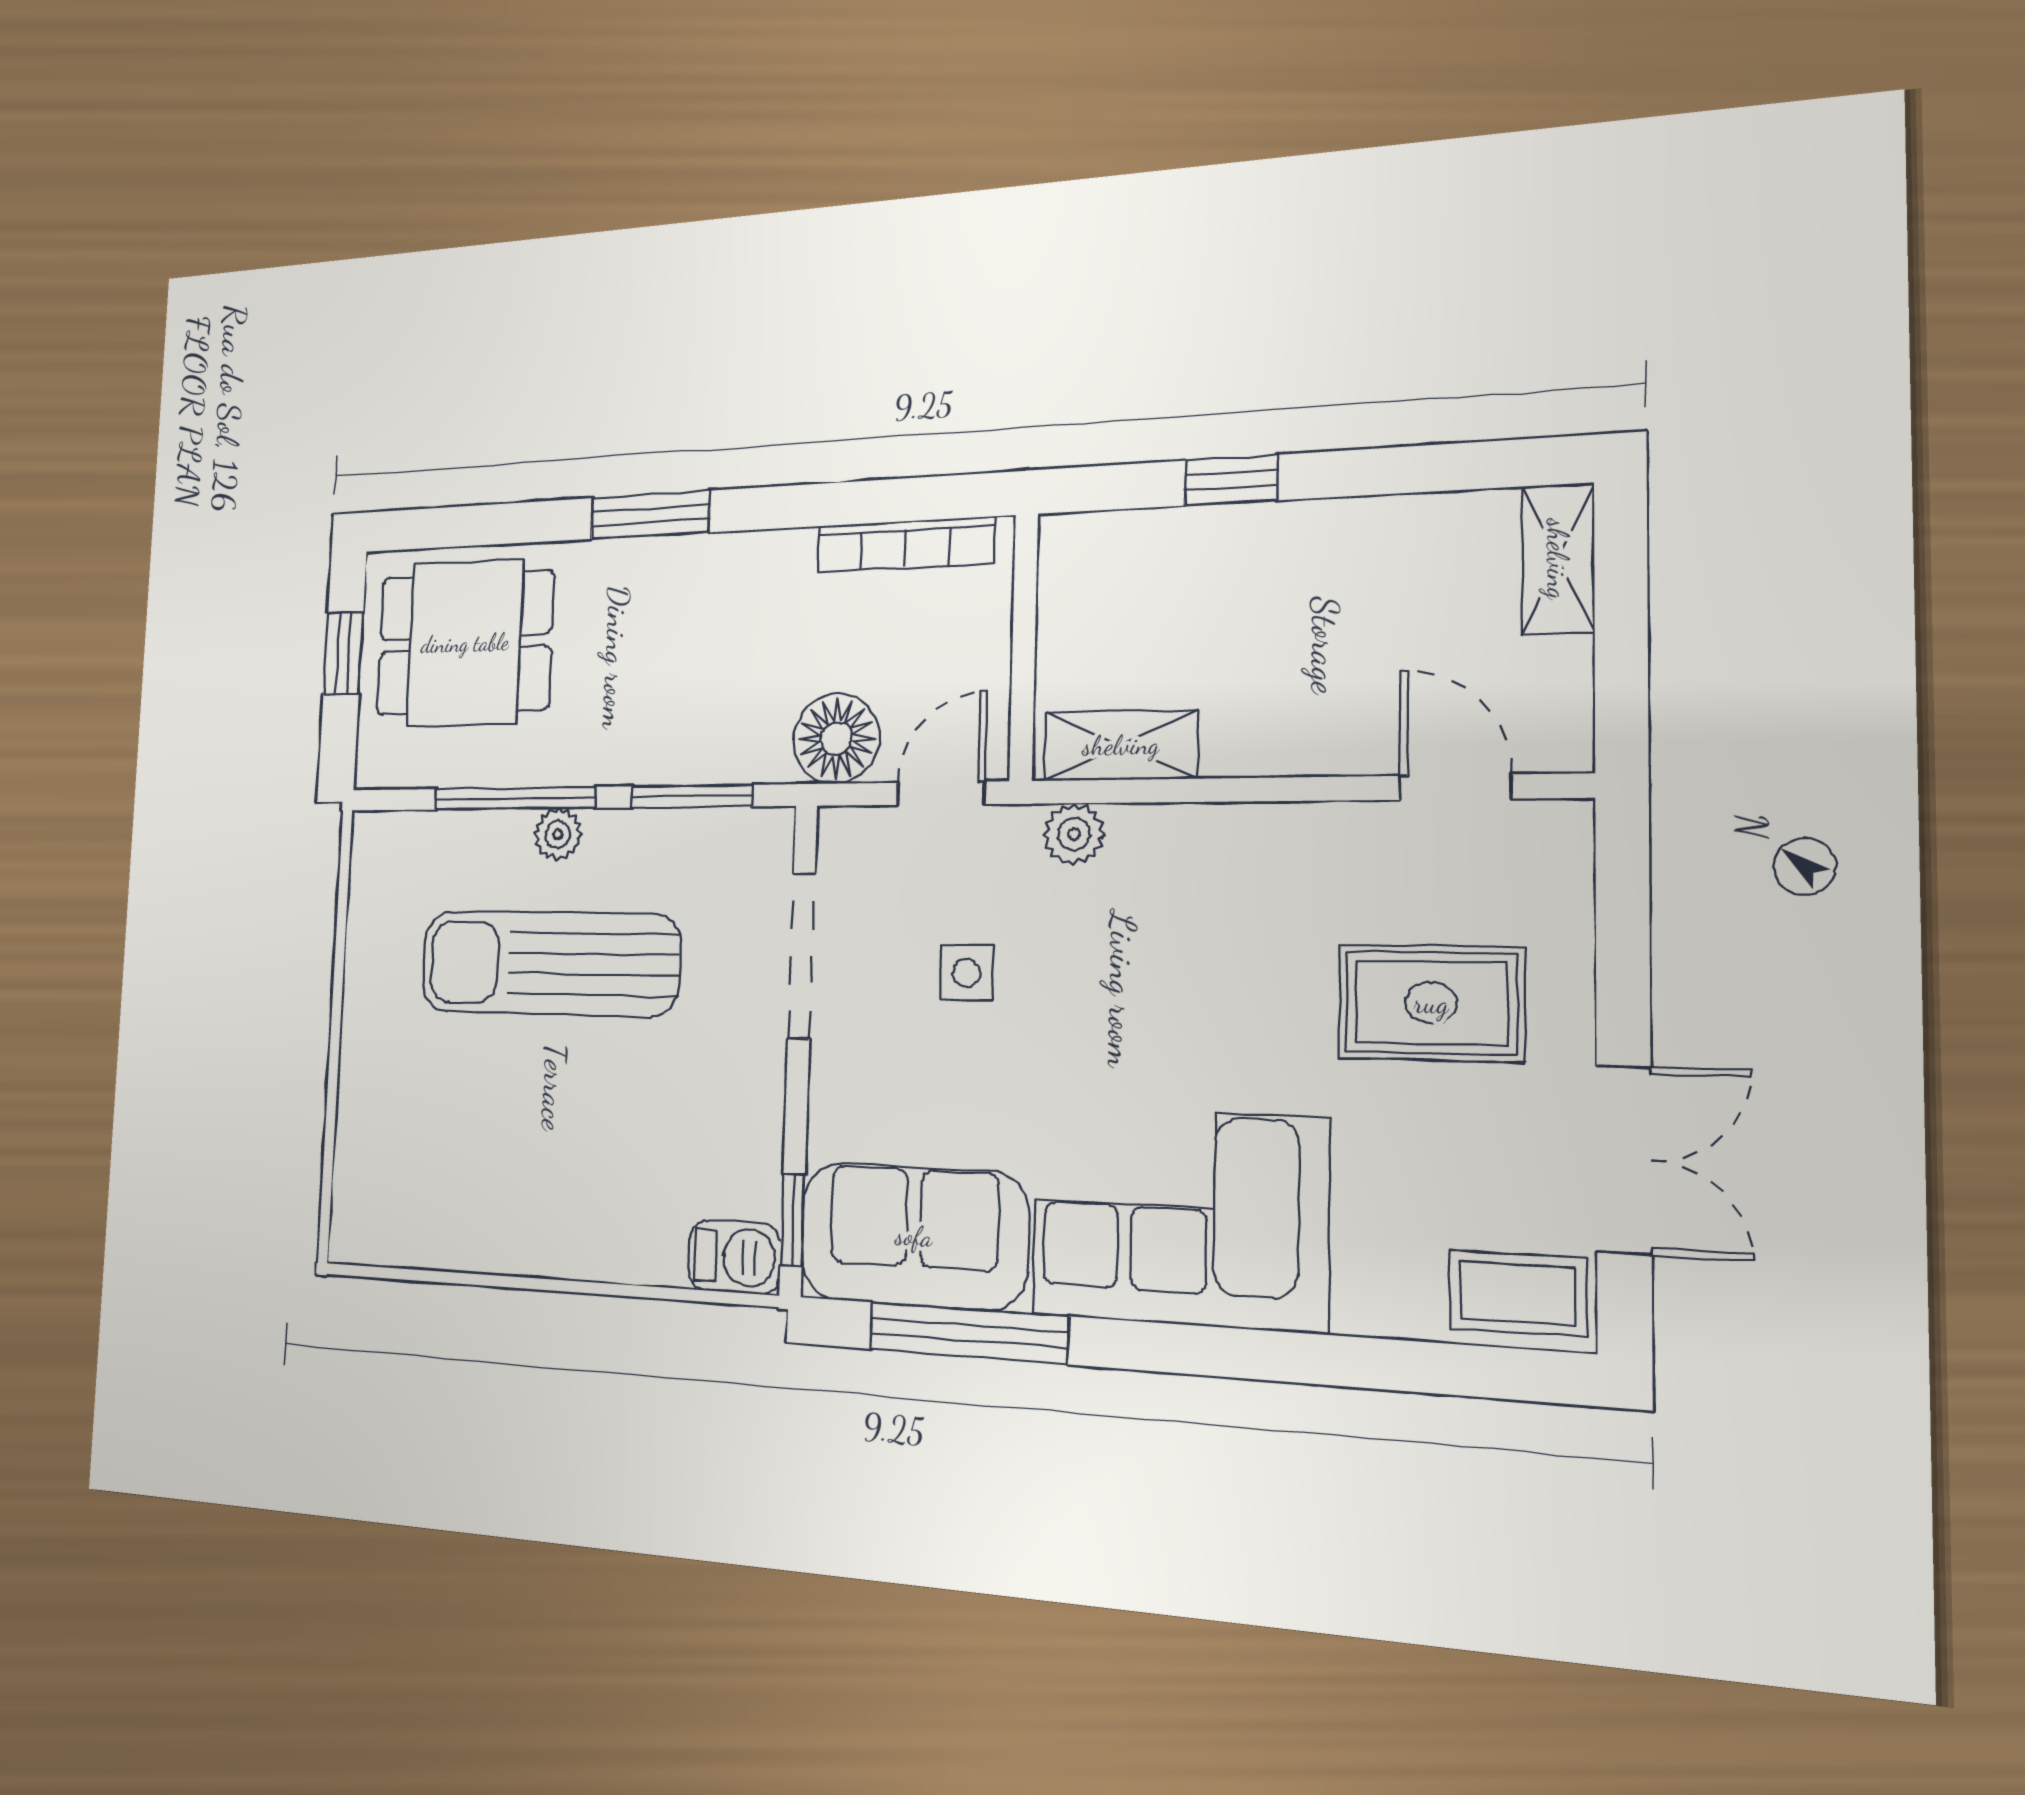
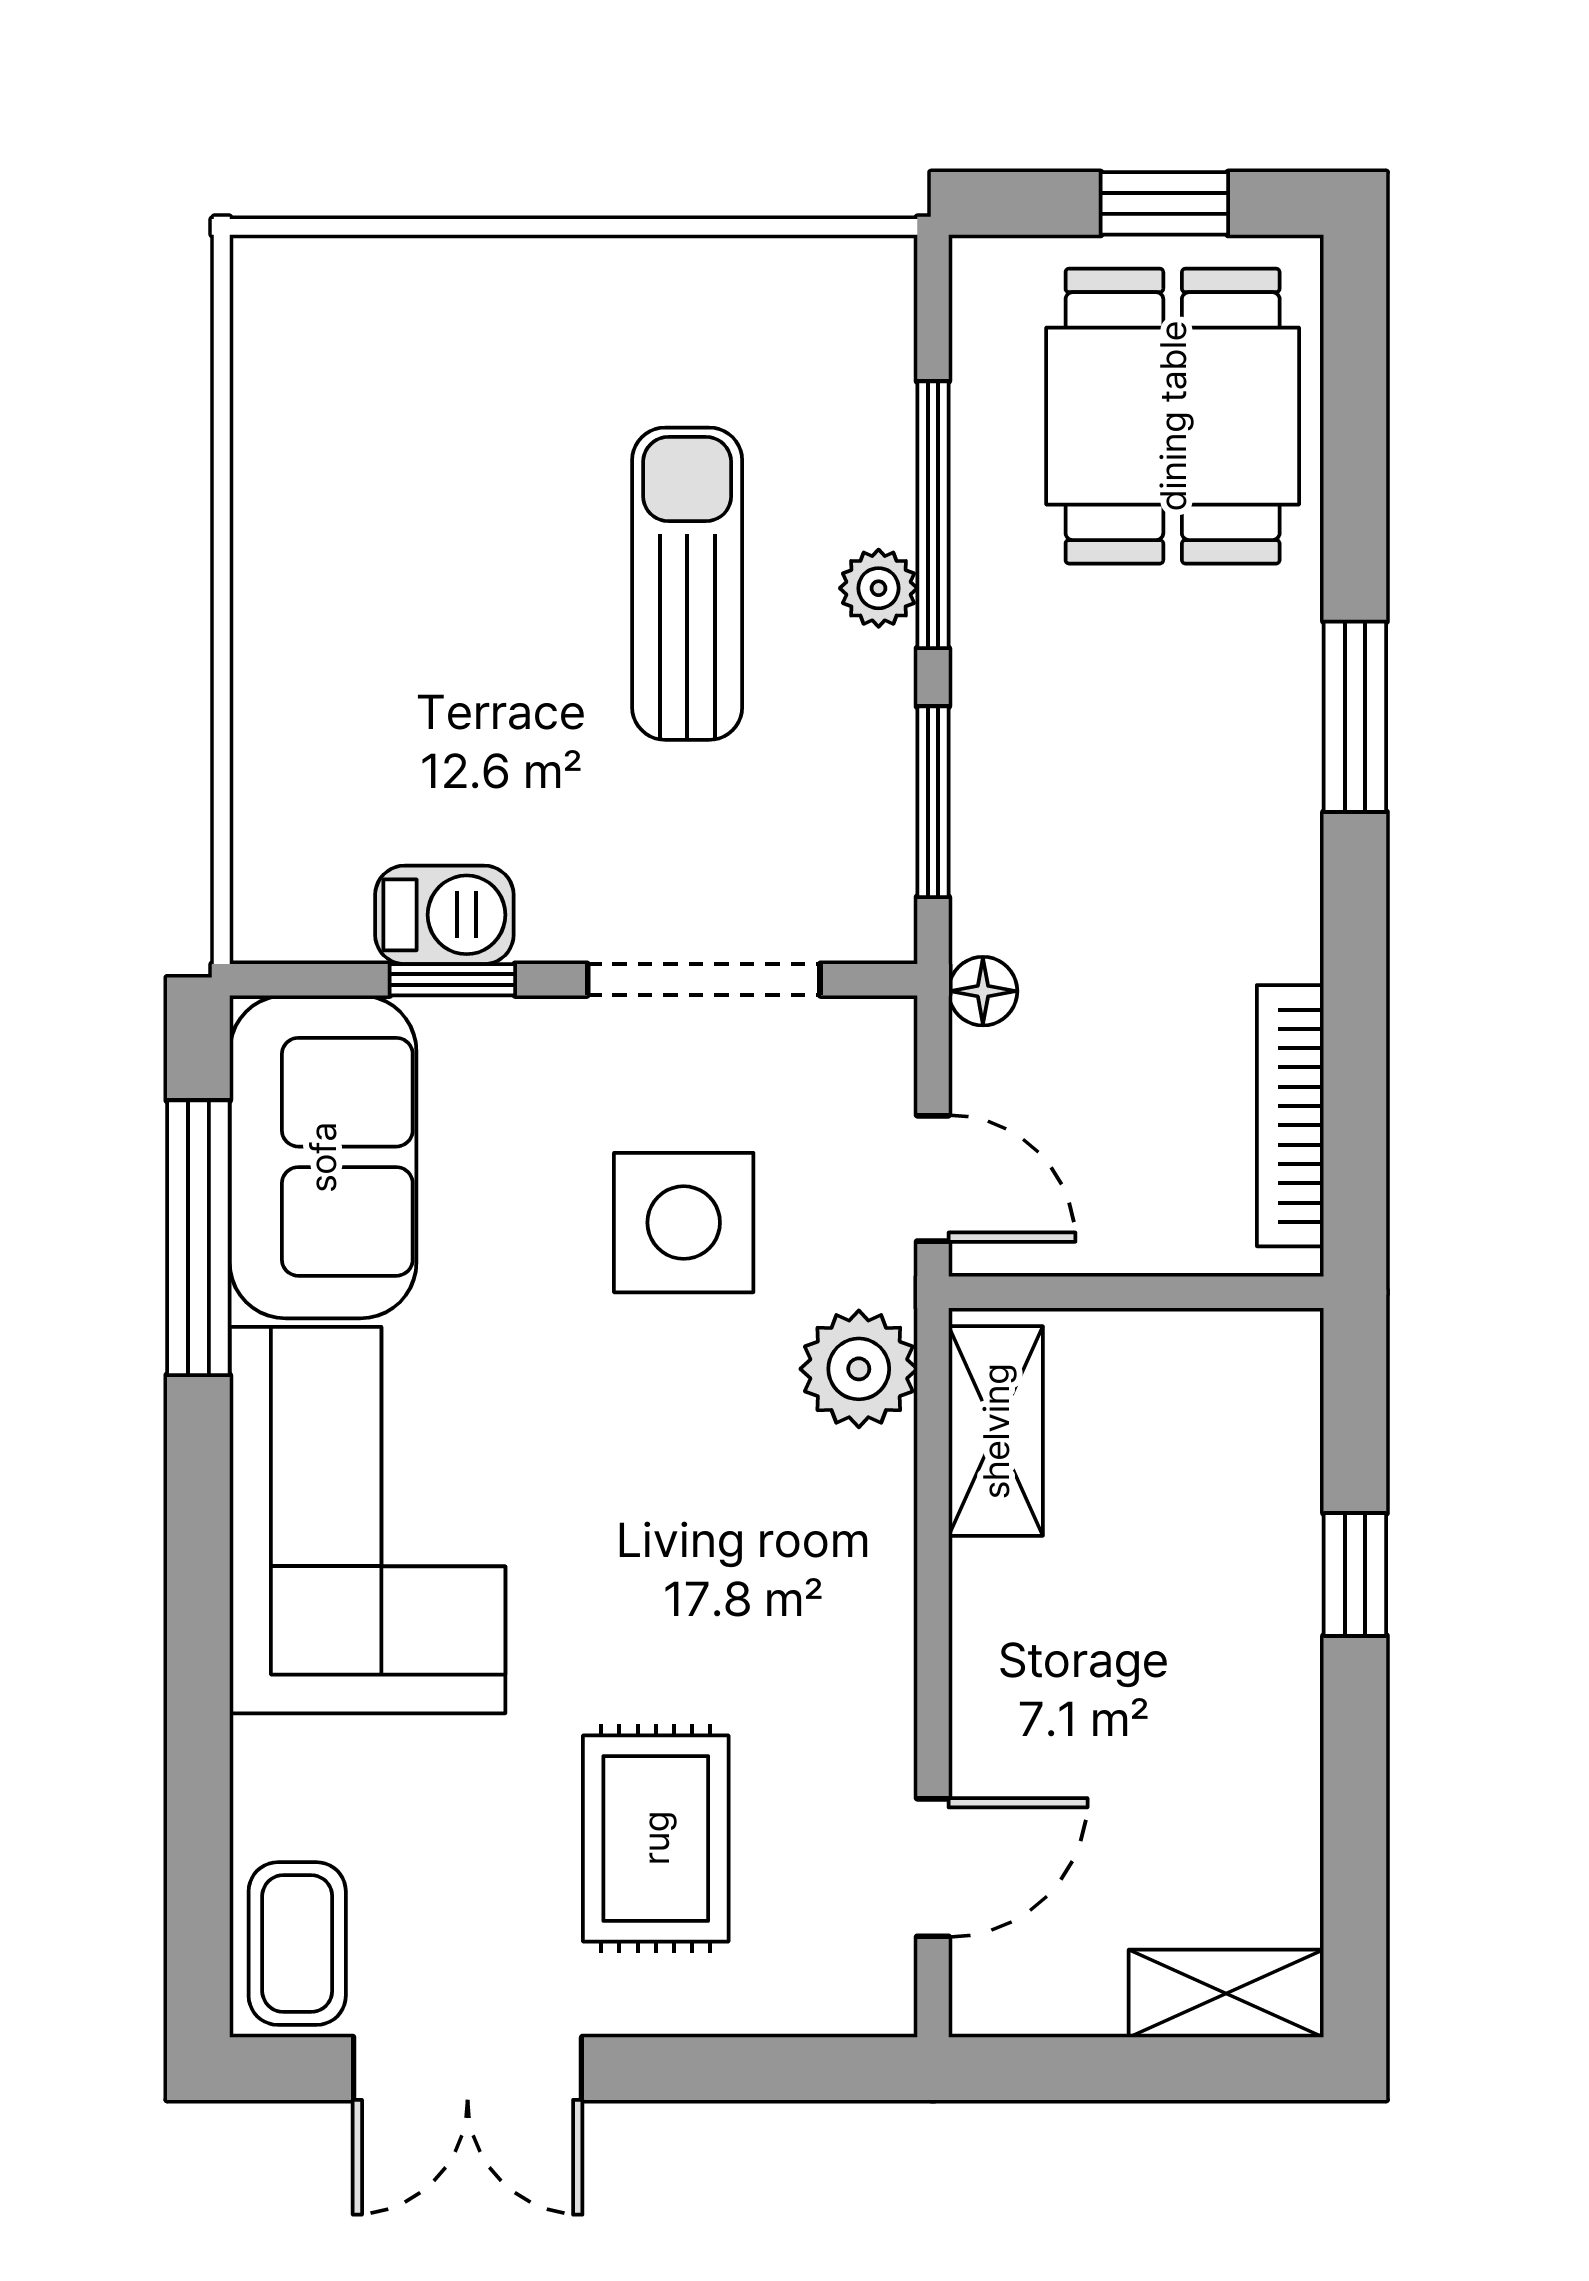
floor lamp: (836, 738) -> (983, 991), width x0.53, depth x0.53
plant: (1074, 834) -> (859, 1369), width x1.38, depth x1.38
sun lounger: (549, 963) -> (687, 584), width x0.73, depth x0.75
side table: (967, 973) -> (684, 1223), width x1.87, depth x1.87
window: (793, 1220) -> (452, 980), moved
barbecue: (735, 1257) -> (444, 915), moved, turned -90

